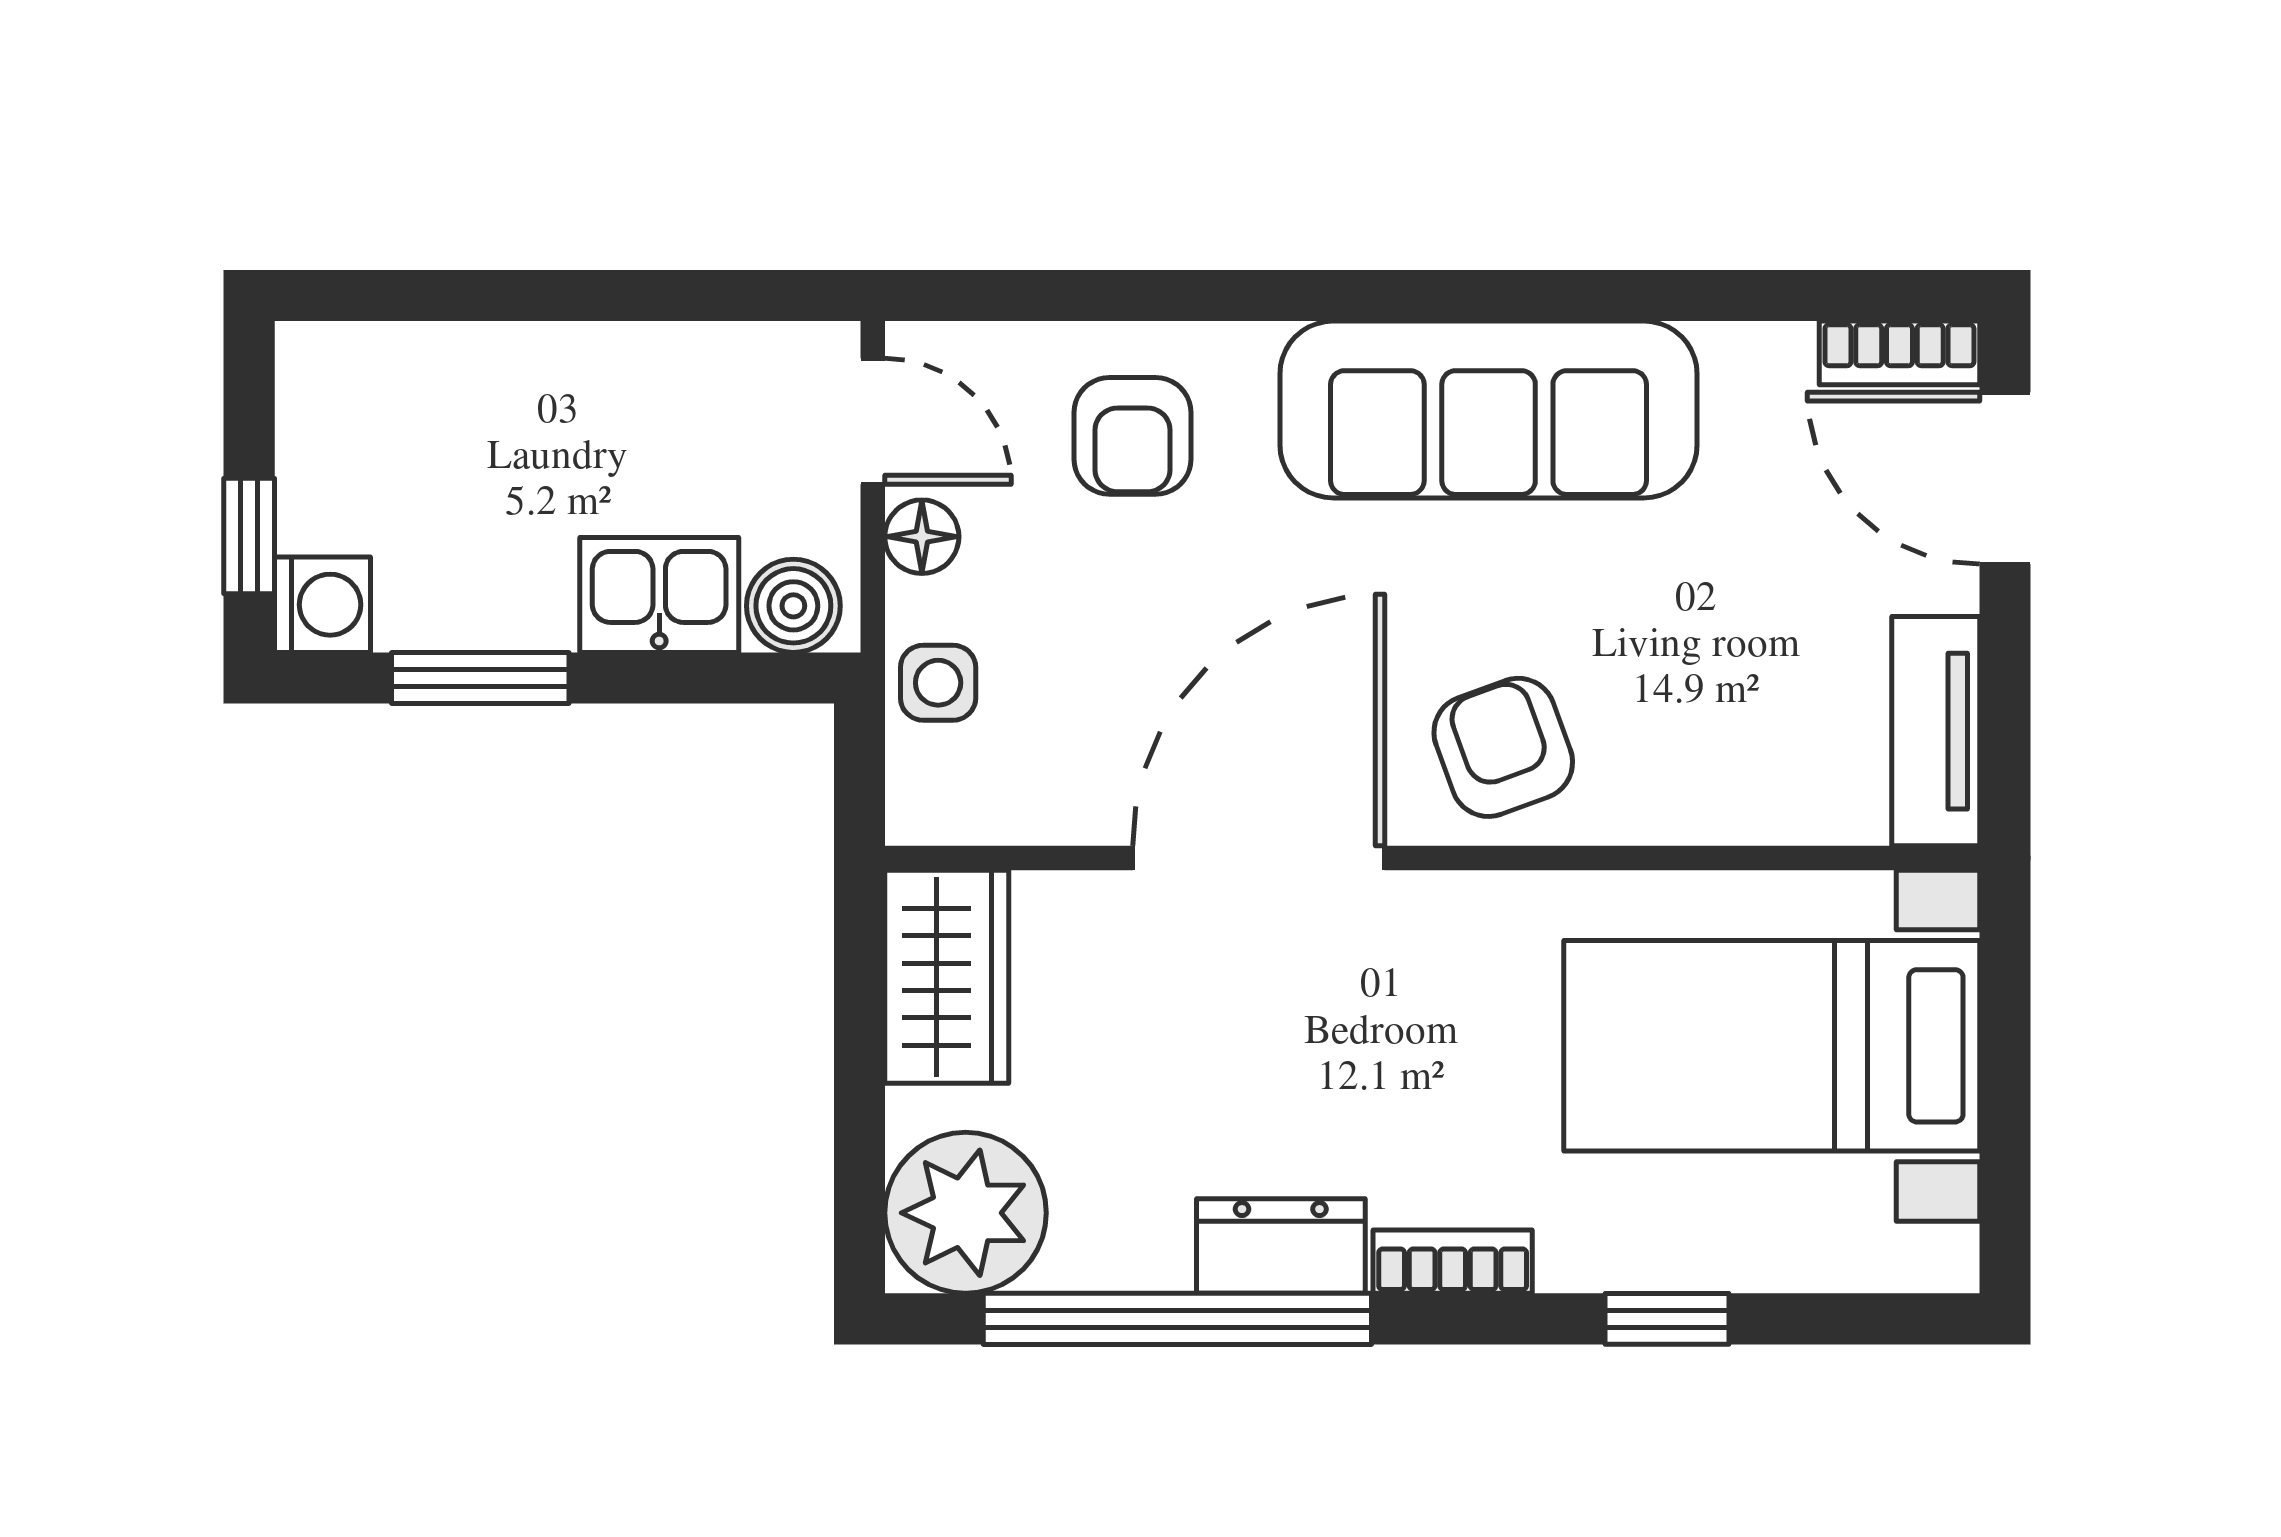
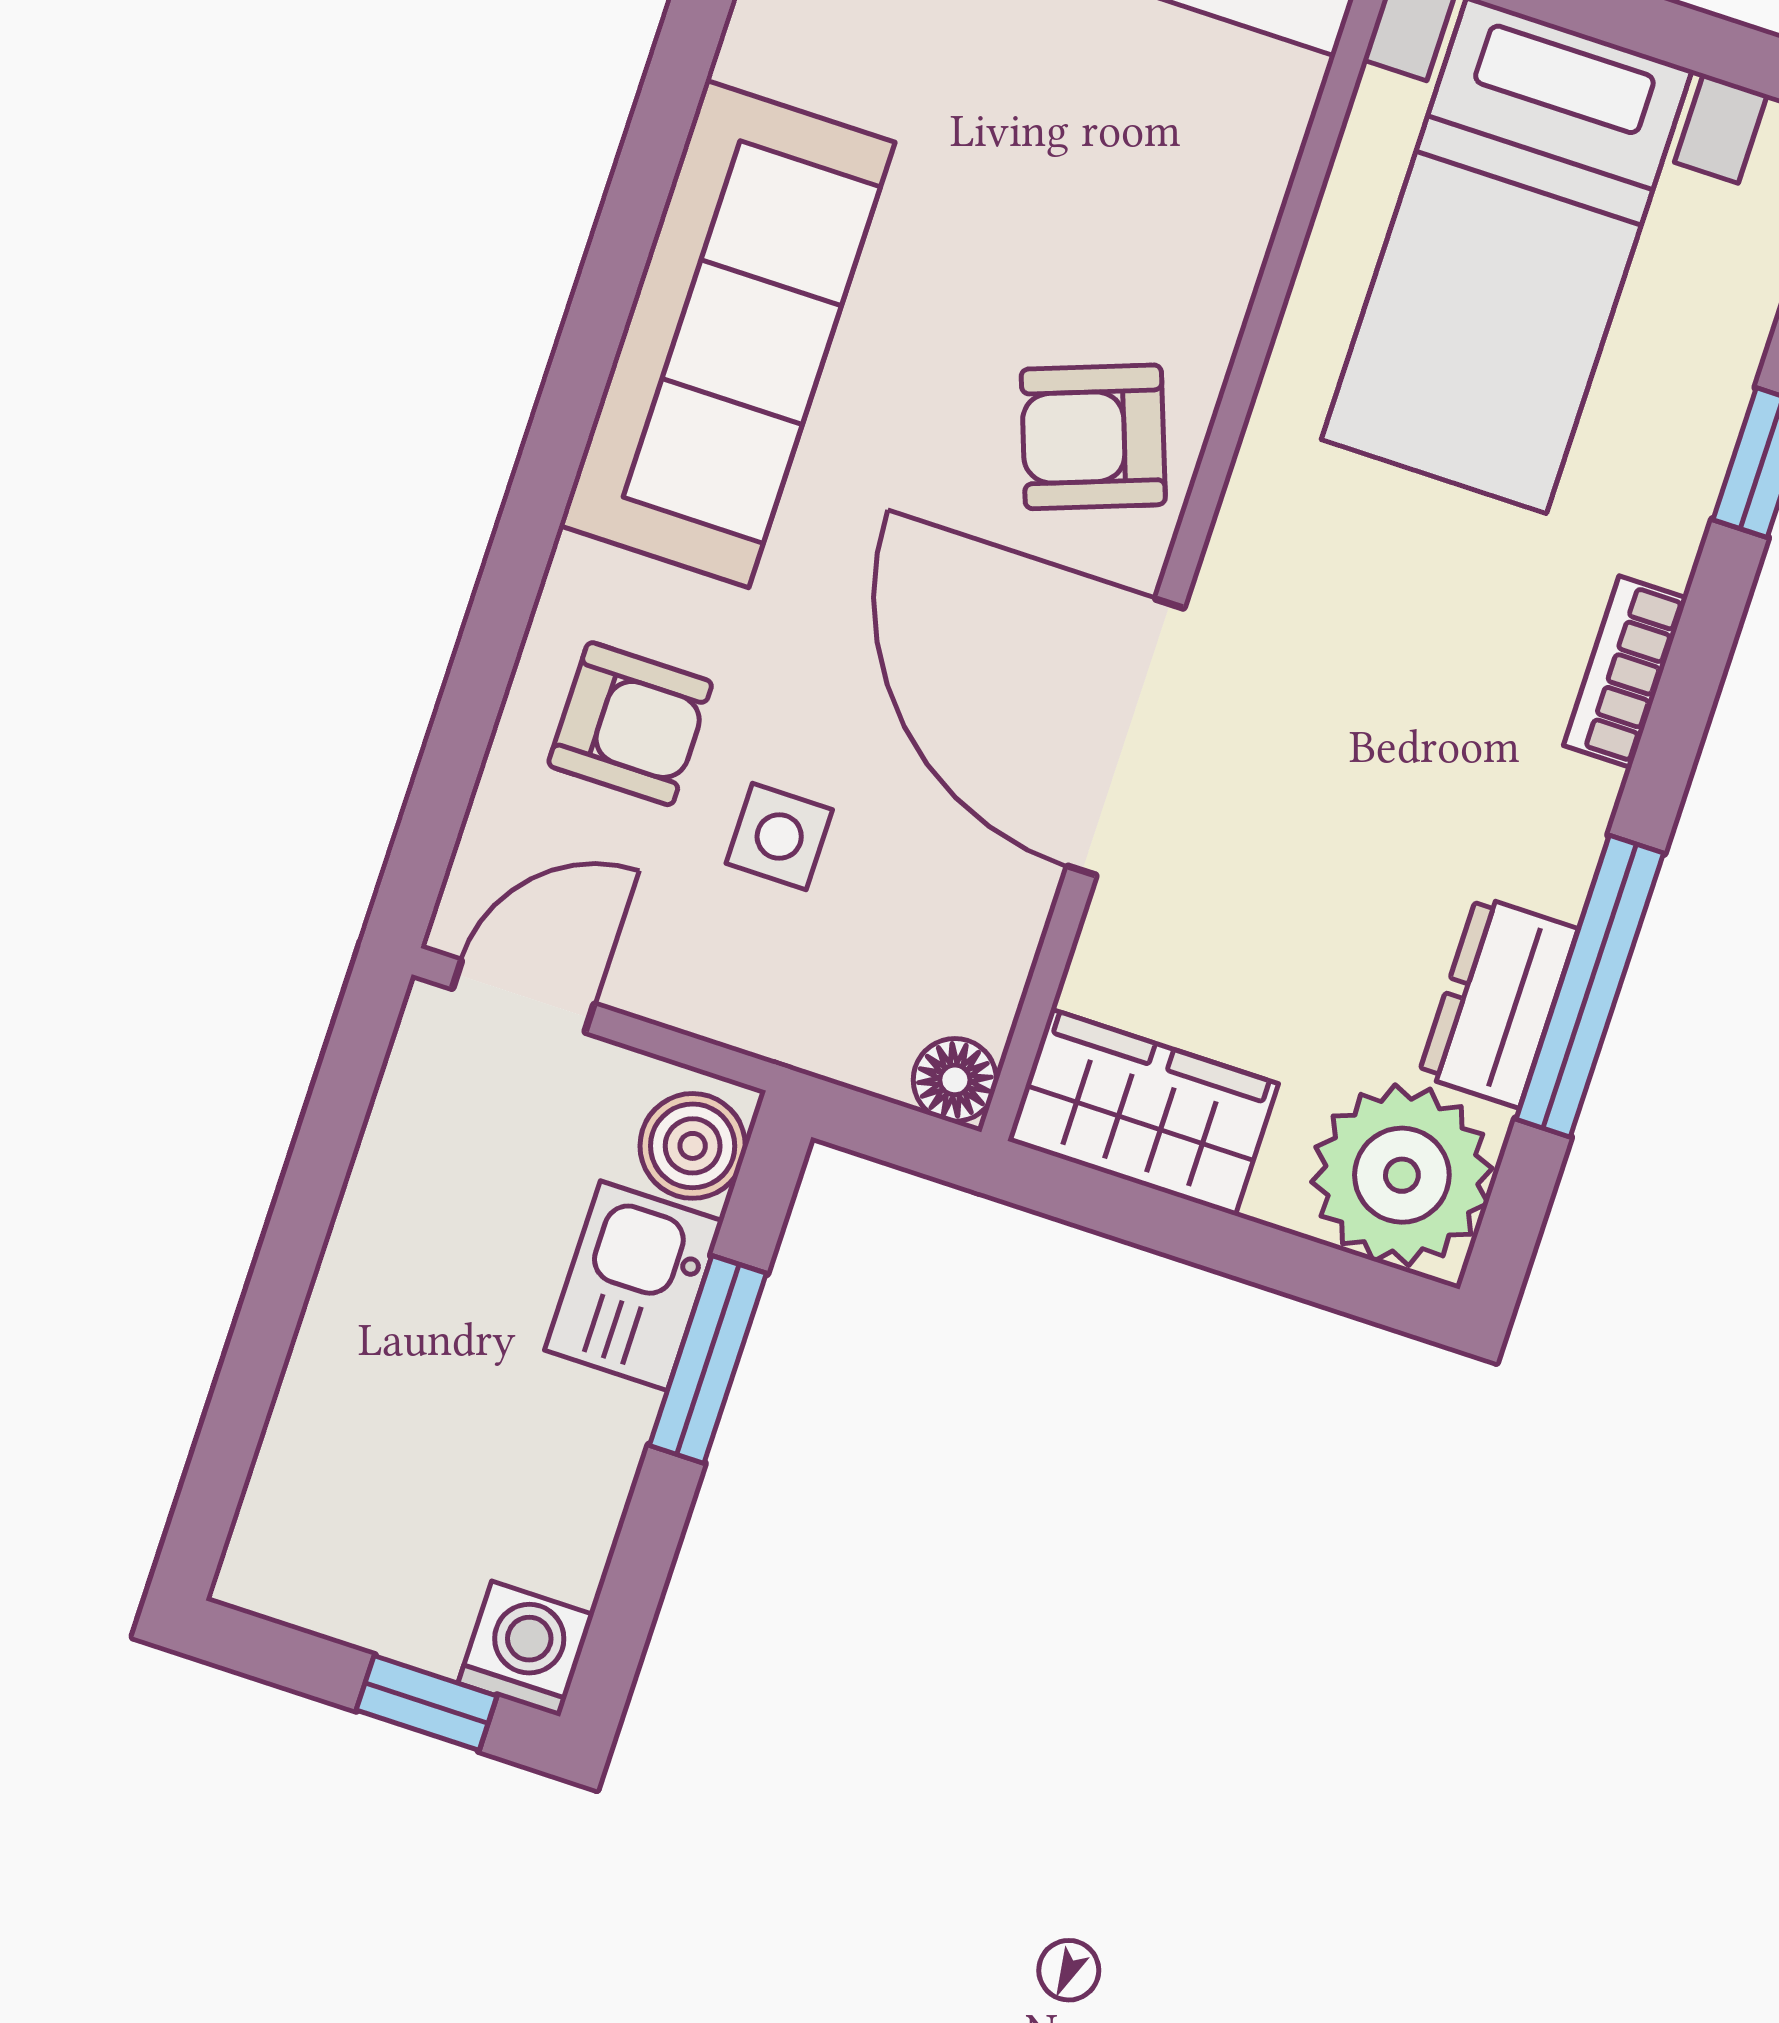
floor lamp: (922, 537) -> (955, 1080), moved
window: (480, 678) -> (708, 1359), moved
side table: (938, 683) -> (779, 836), moved
dresser: (1281, 1246) -> (1498, 1002), moved
window: (1177, 1319) -> (1590, 986), width x0.68

